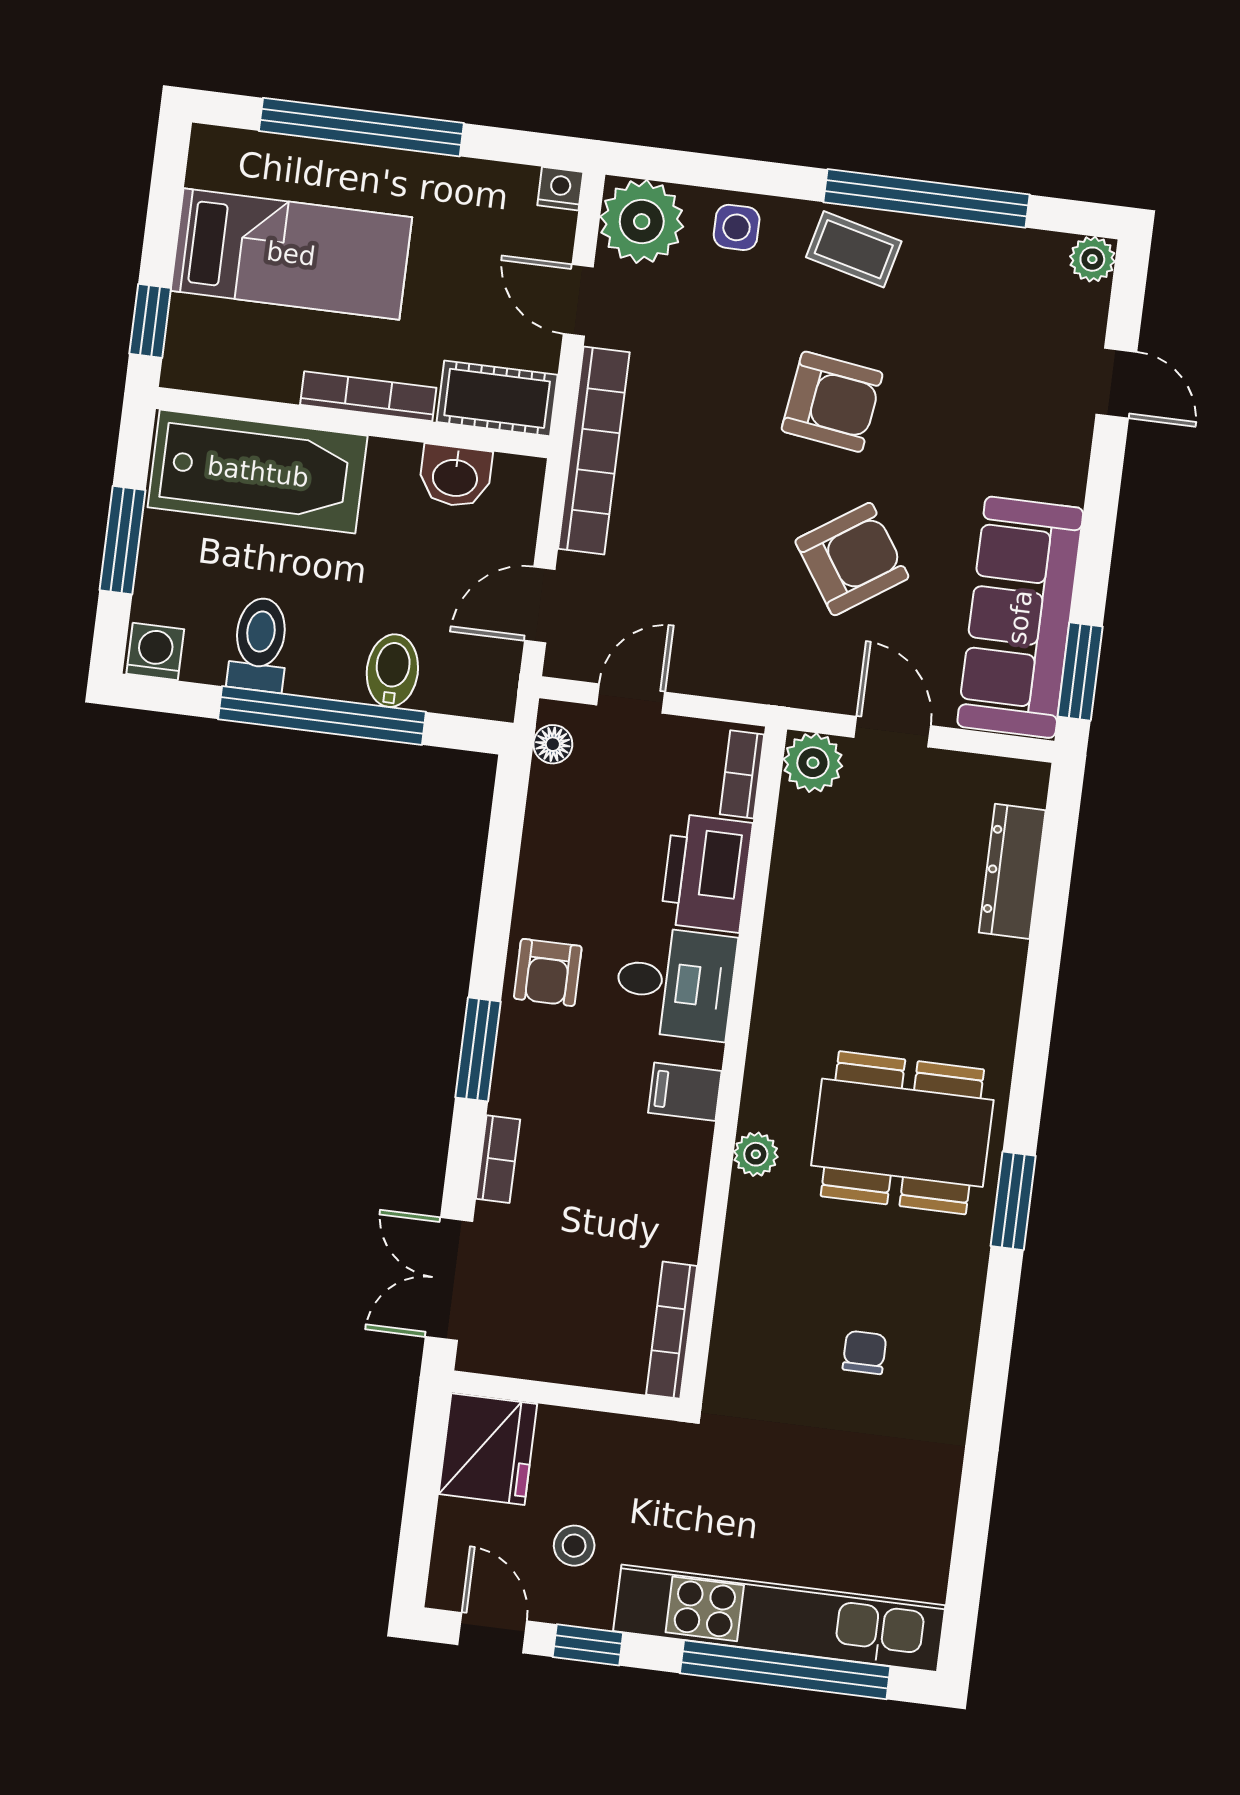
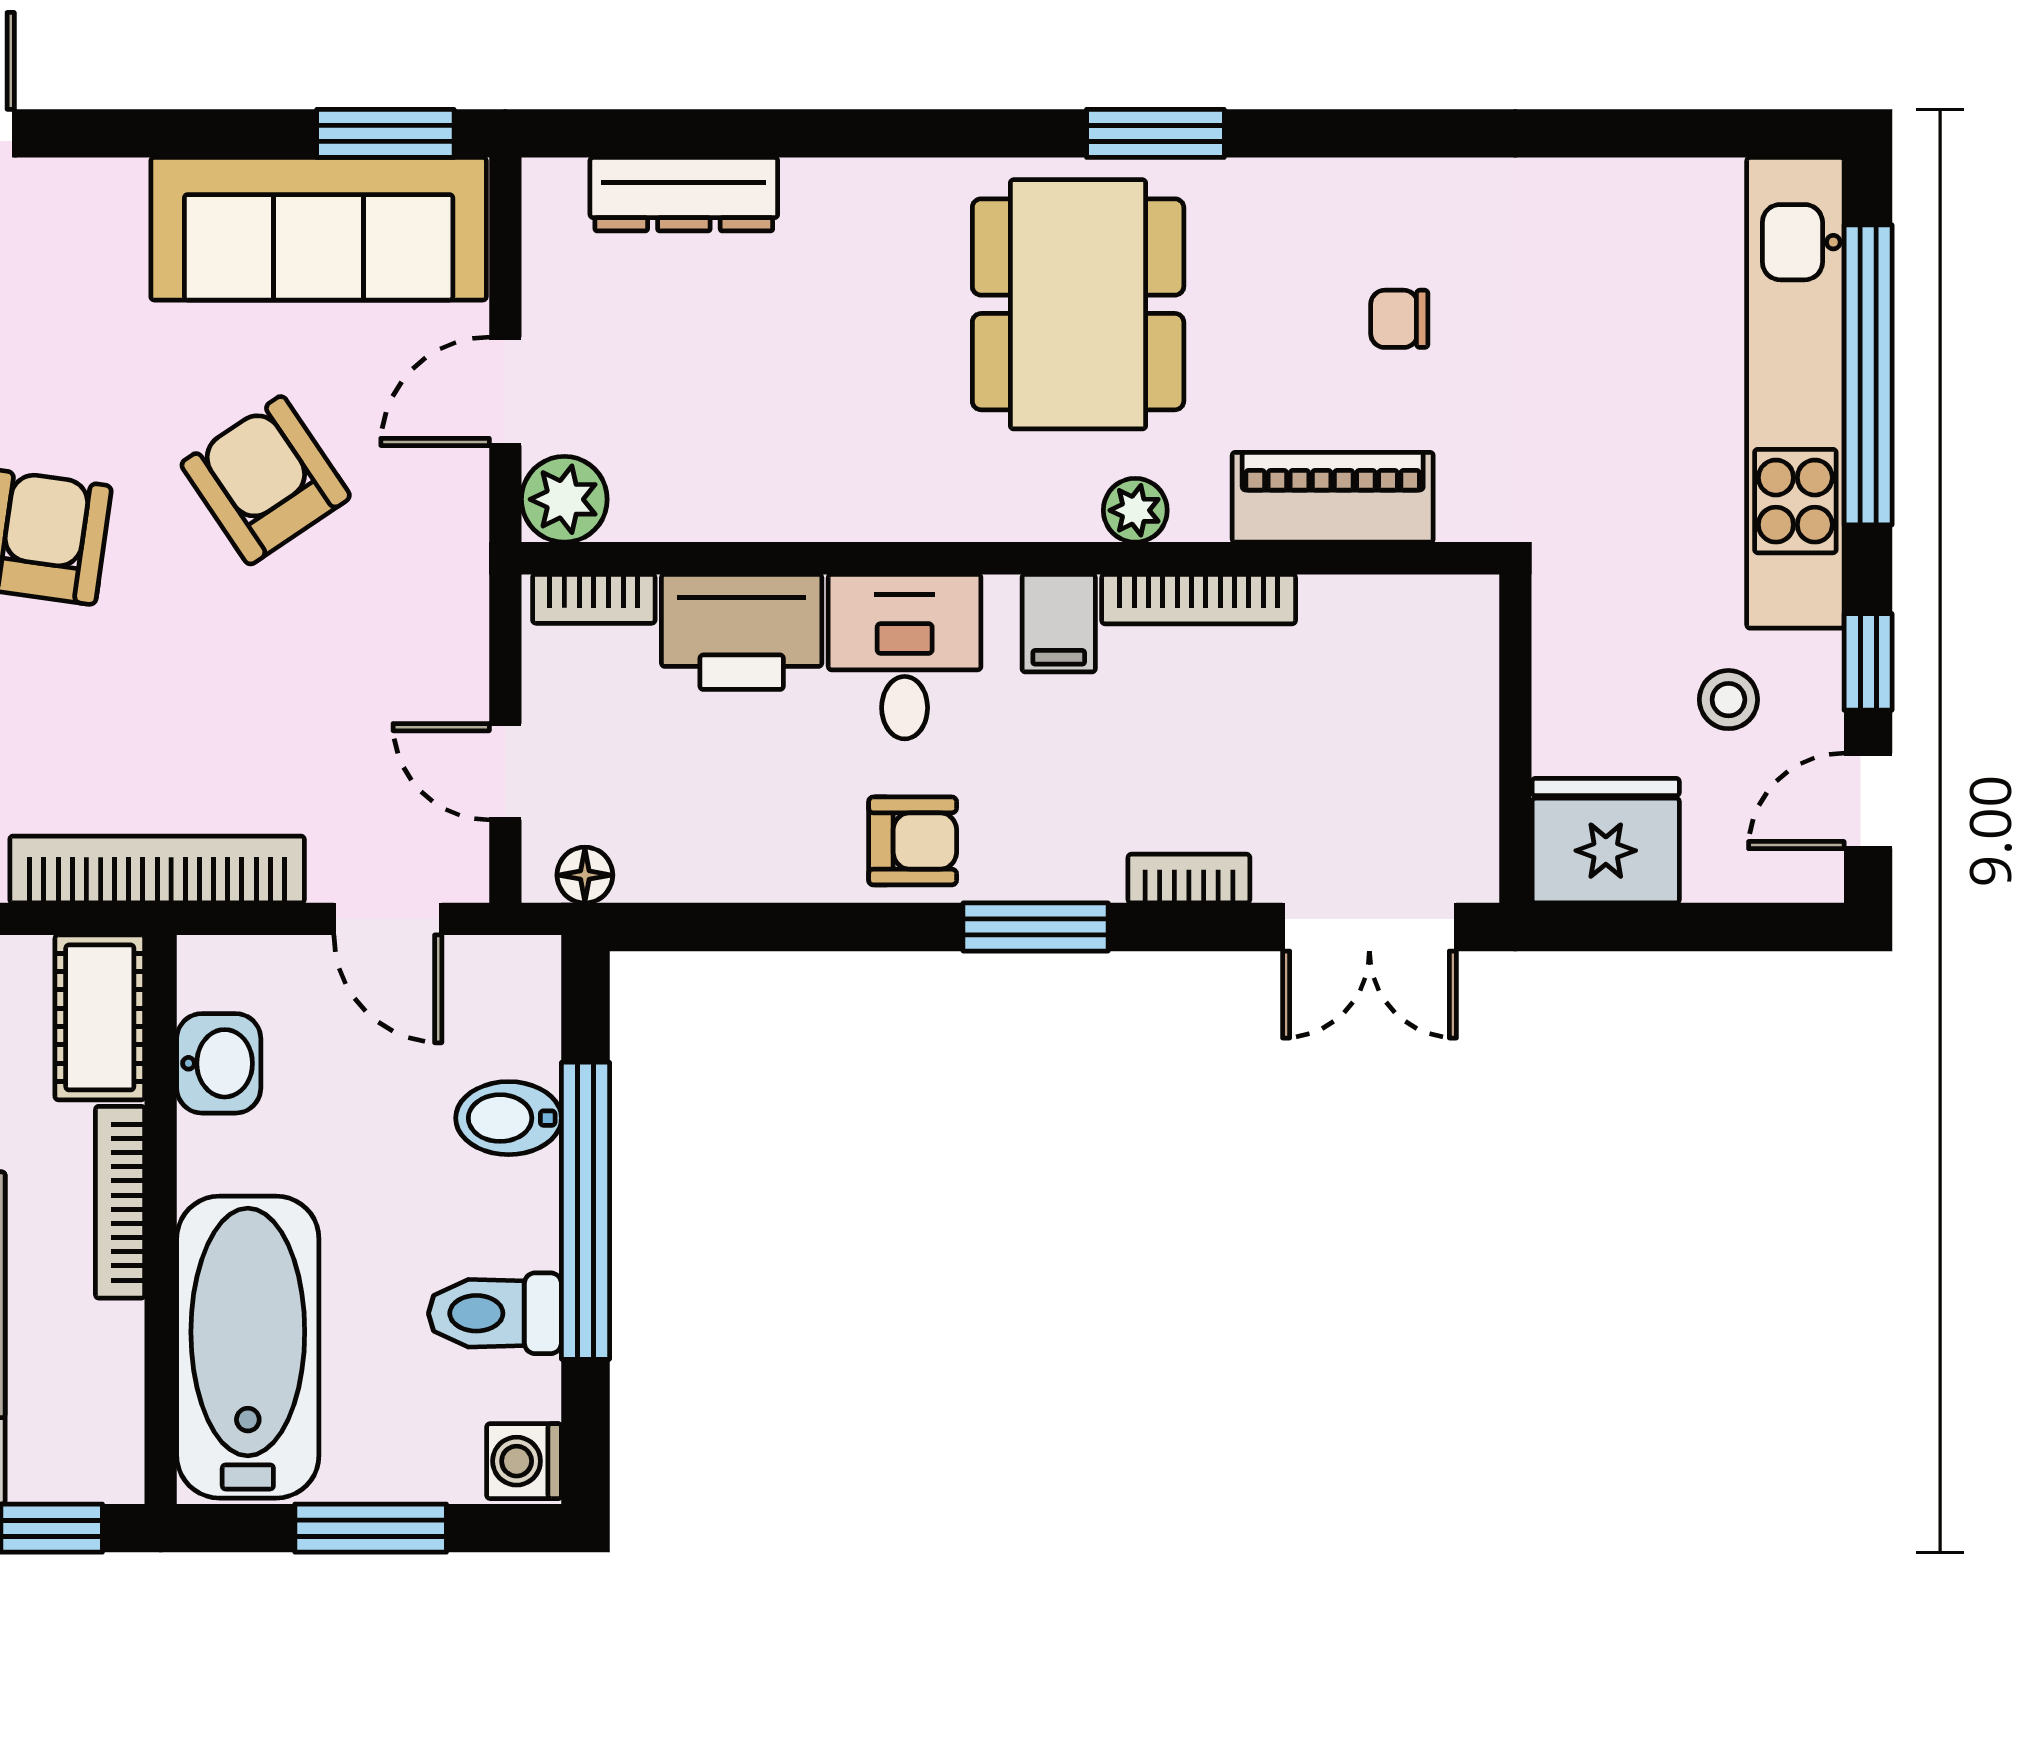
piano: (748, 1291) -> (1333, 497), added
bookcase: (672, 1330) -> (1199, 599), moved

